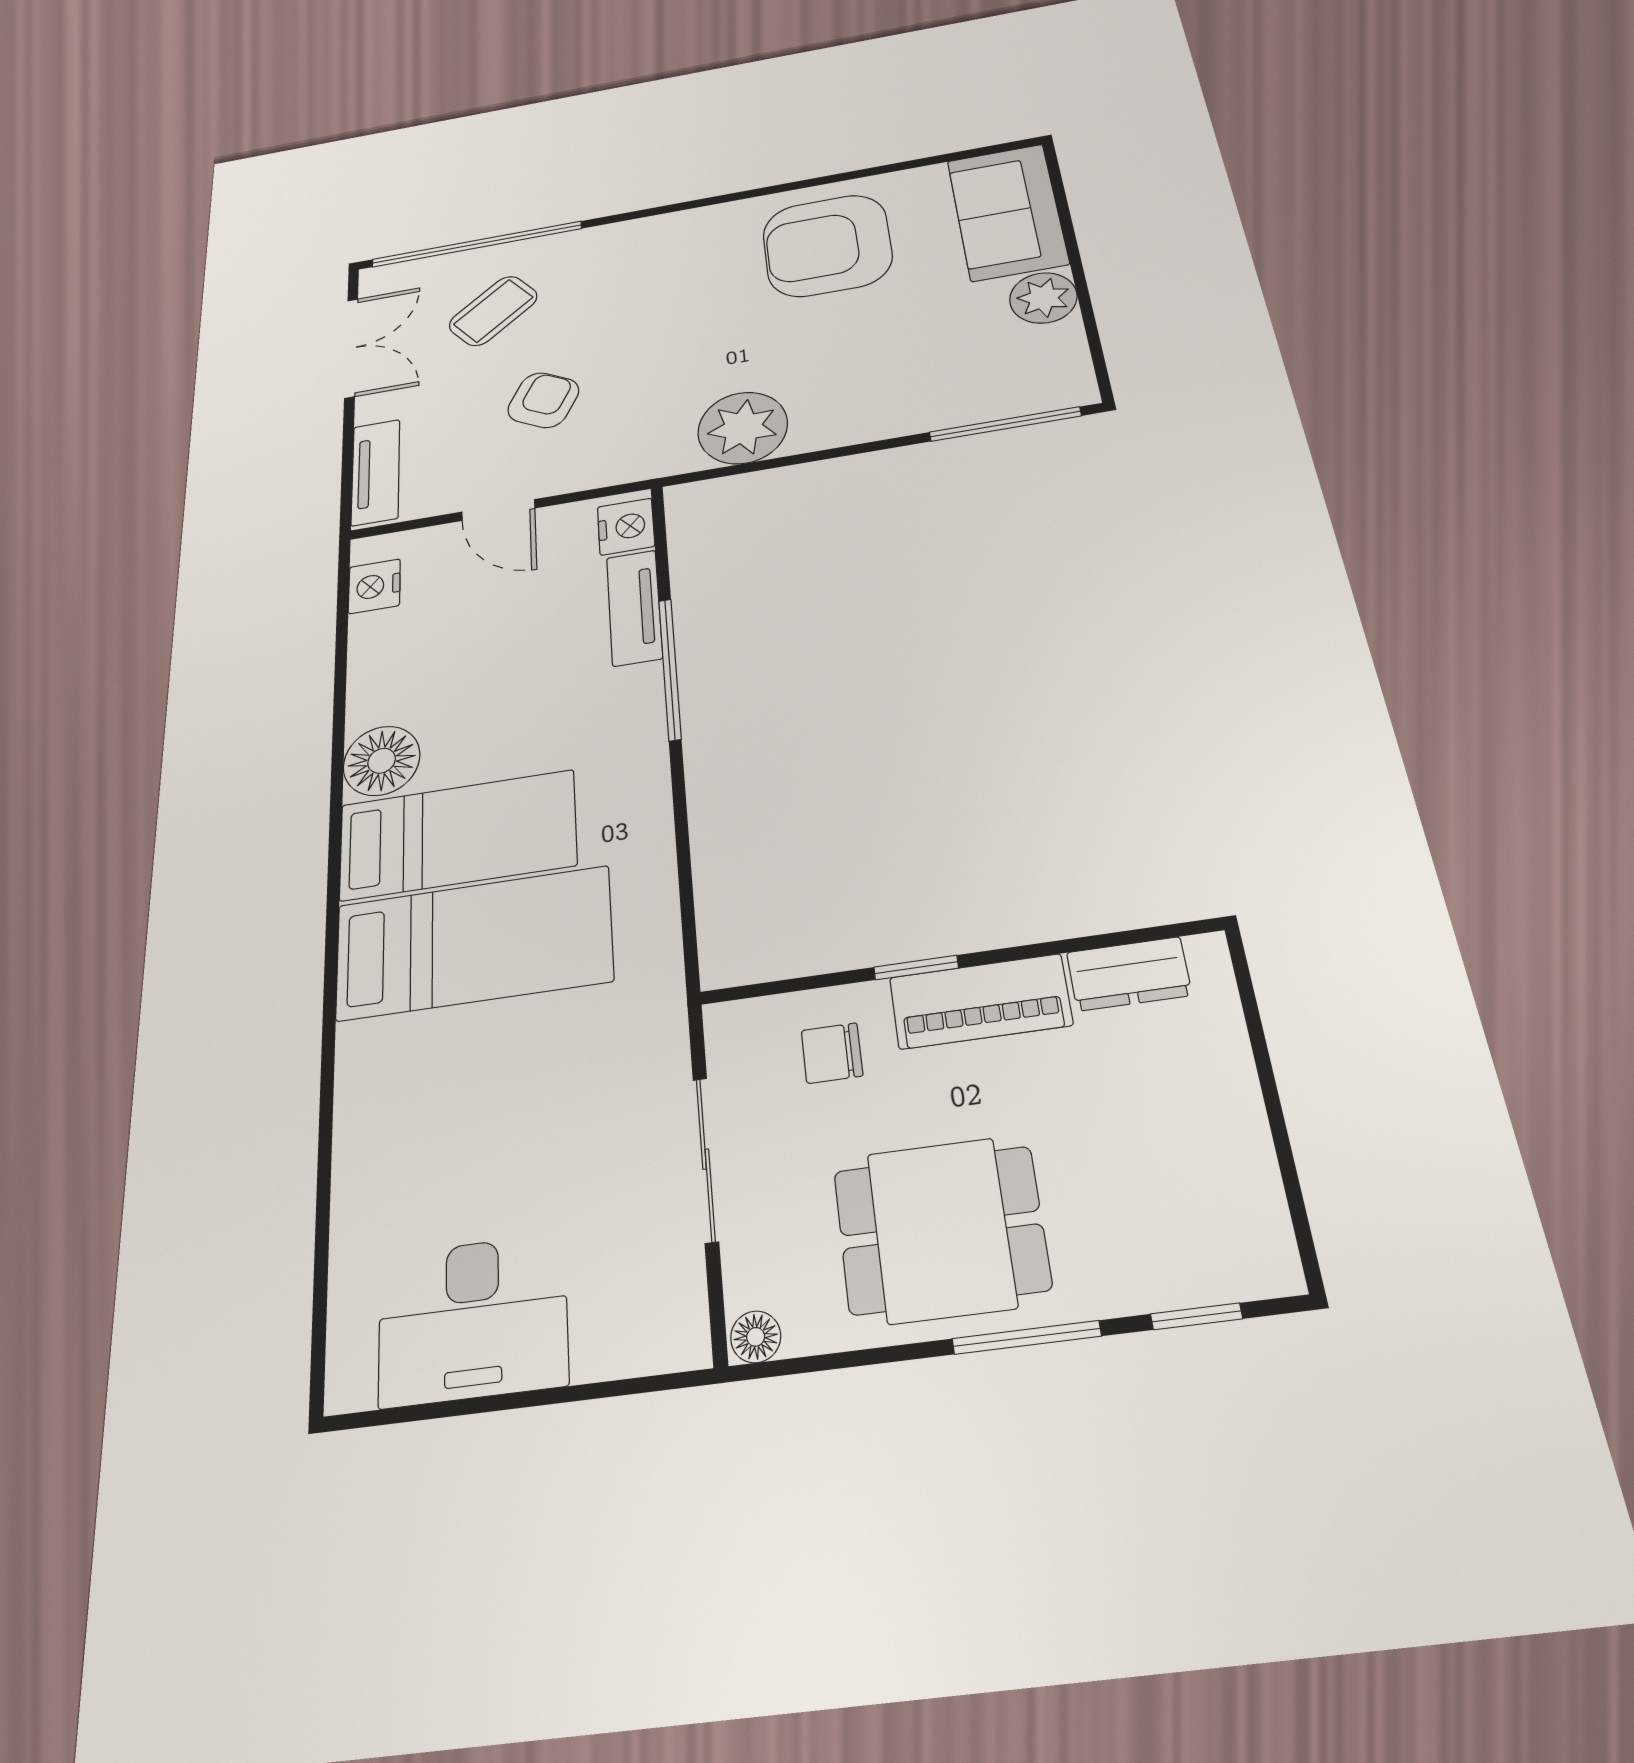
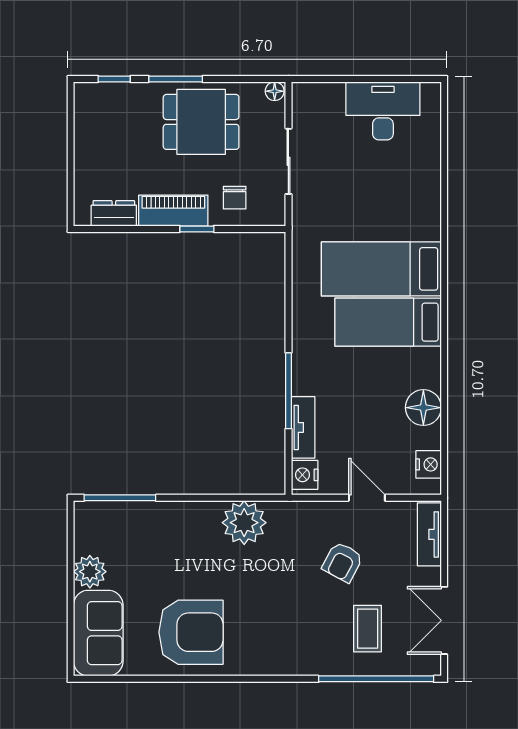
coffee table: (493, 311) -> (368, 629), turned -51
floor lamp: (382, 761) -> (423, 408), moved
chair: (832, 1053) -> (235, 198), turned 90

